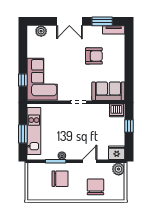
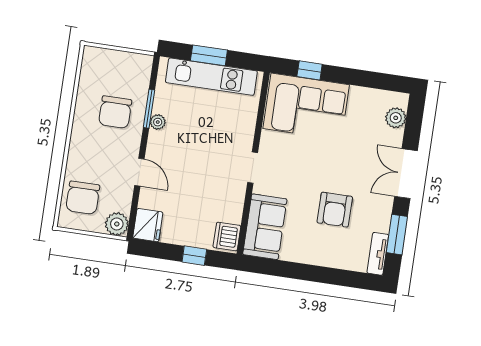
chair: (95, 187) -> (83, 198), moved, turned 90

